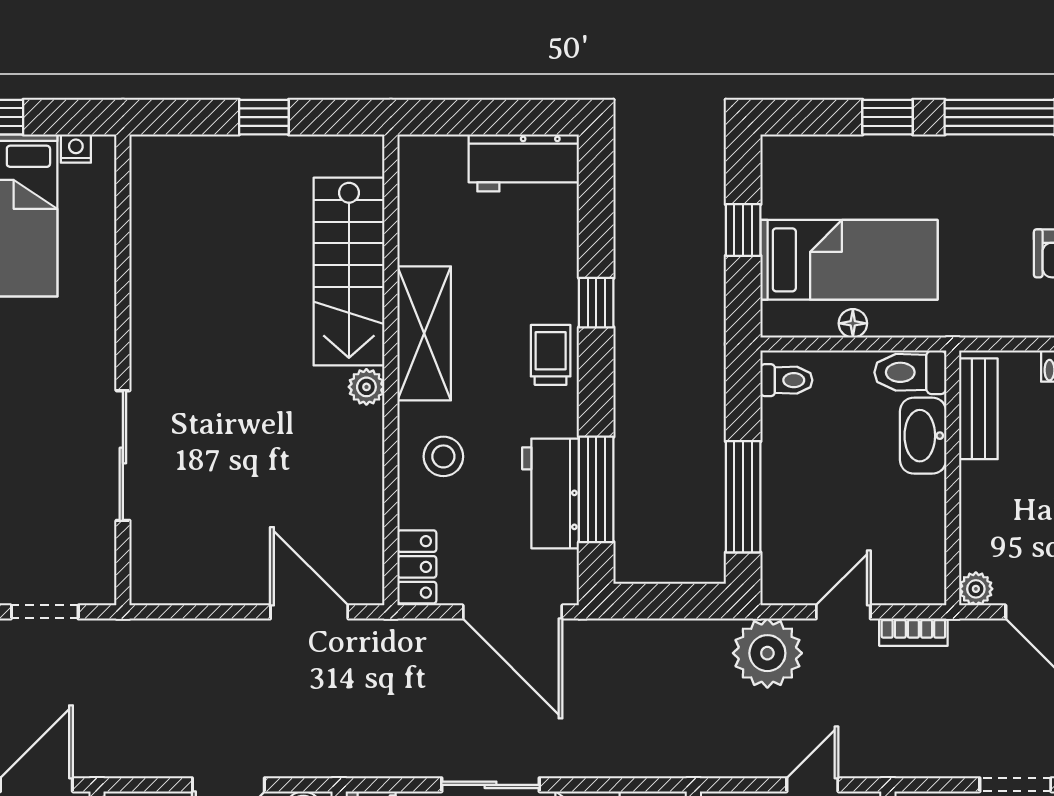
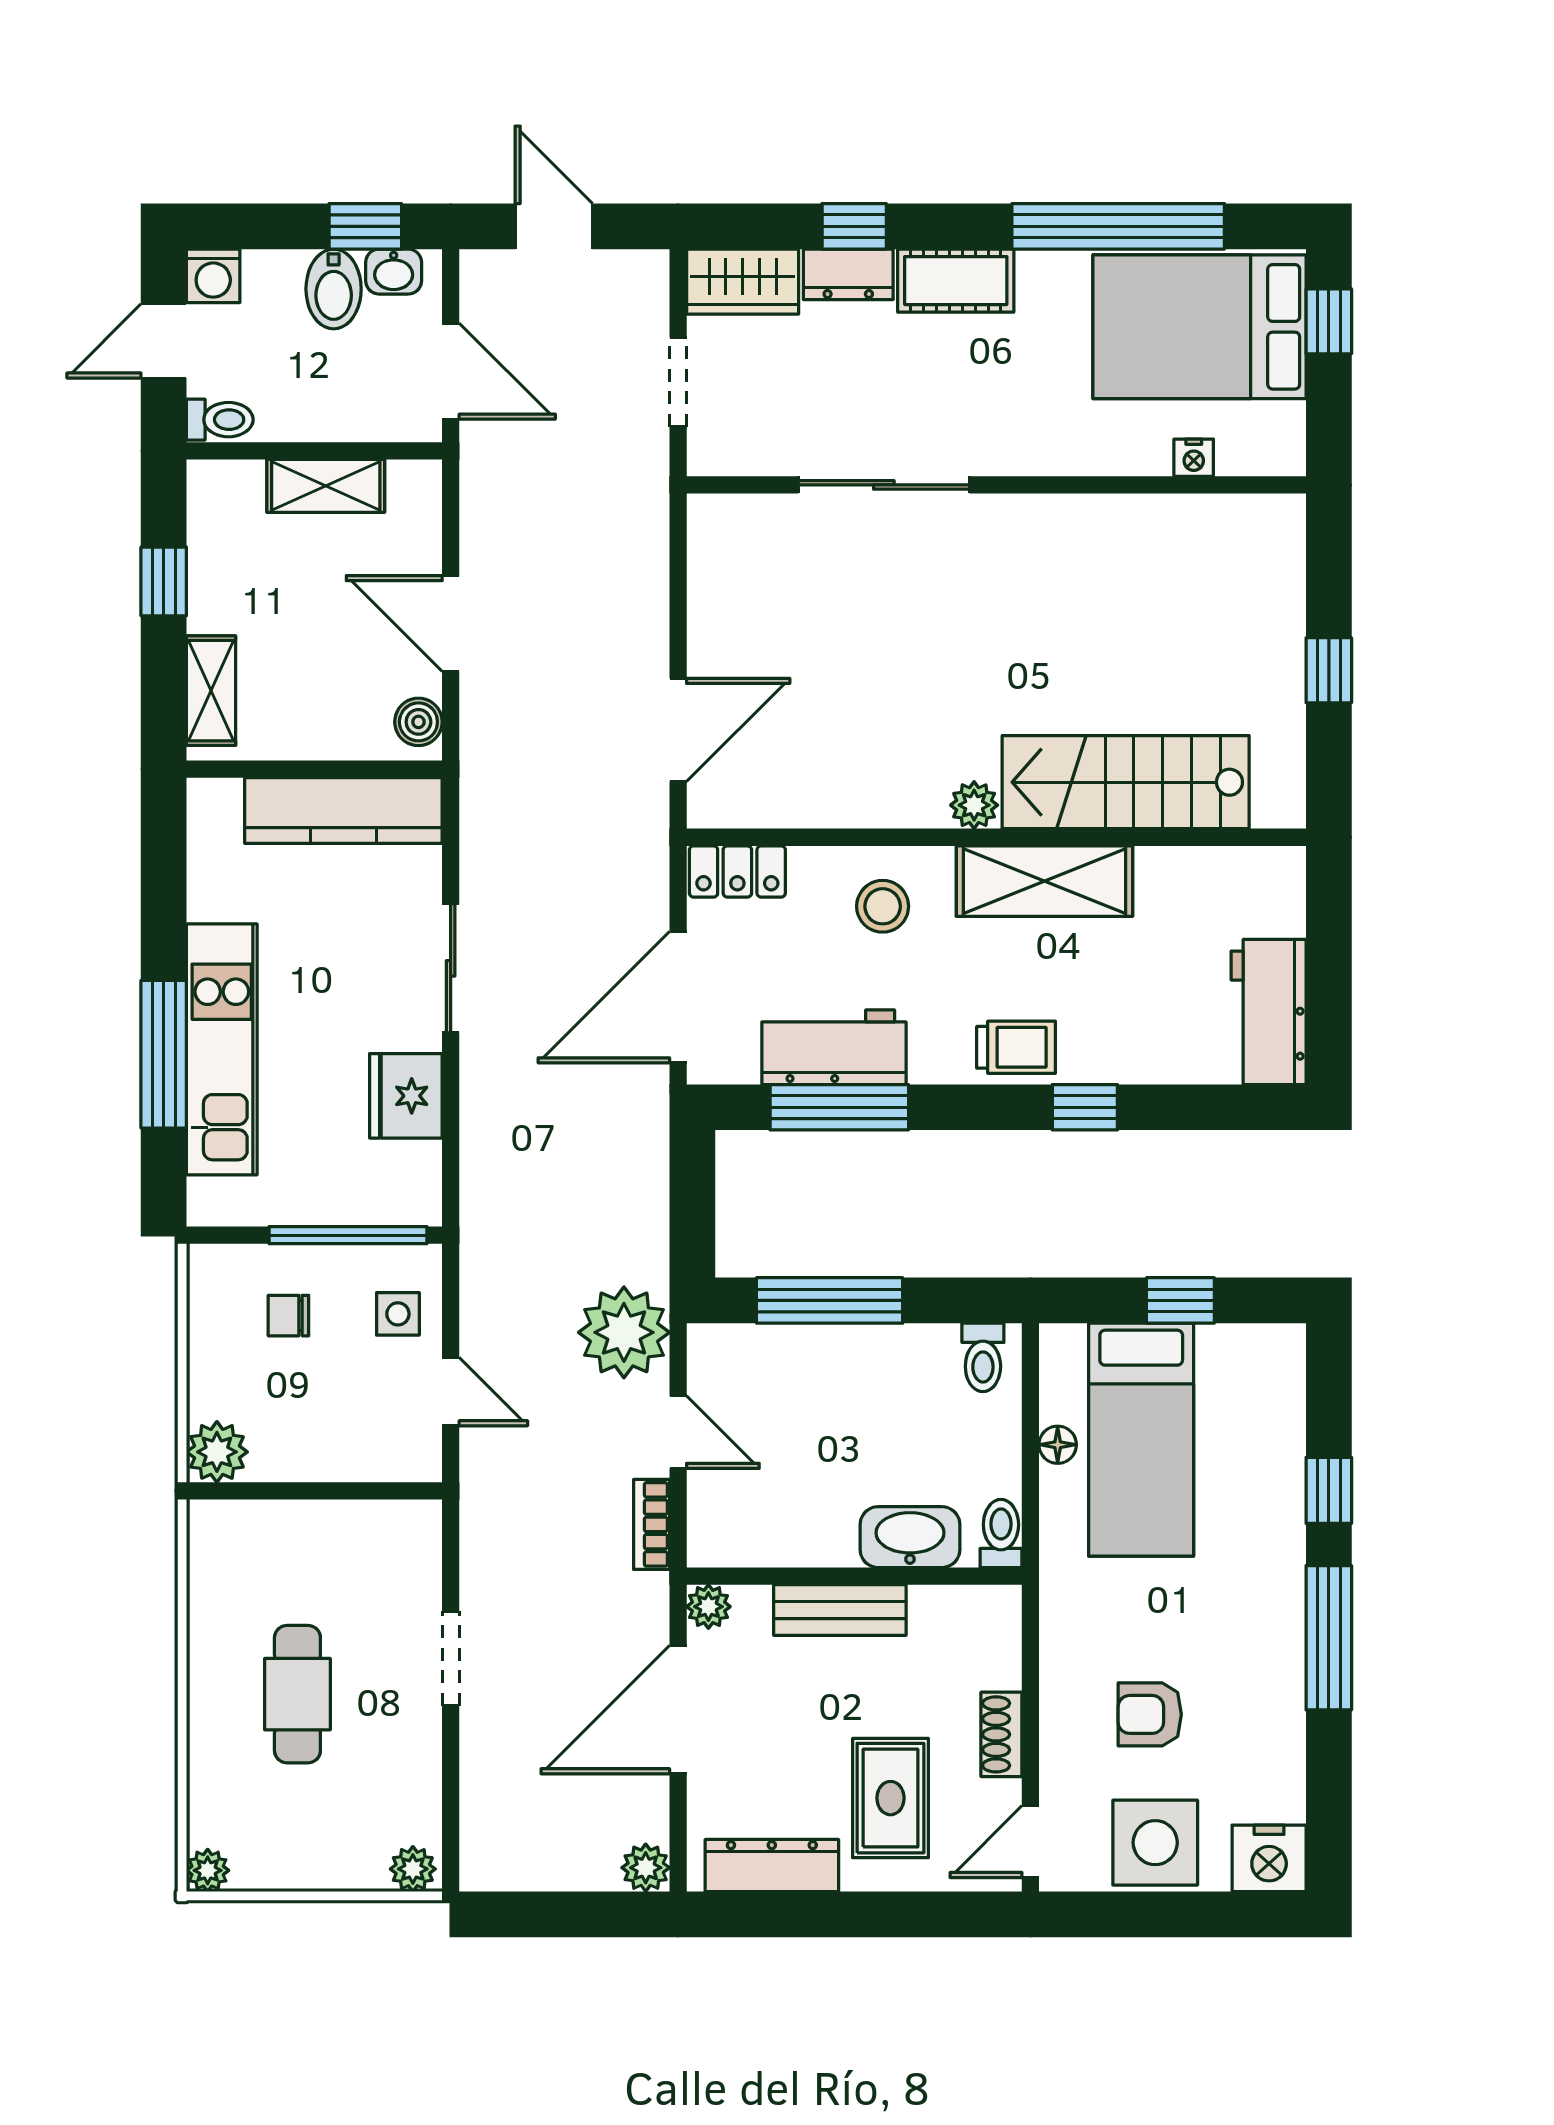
nightstand: (76, 149) -> (1194, 458), moved, turned 90
toilet: (910, 372) -> (1001, 1533), width x0.73, depth x0.72
bench: (978, 409) -> (840, 1610), moved

